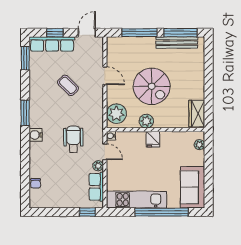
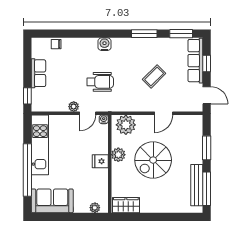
window: (139, 33) -> (207, 148), width x0.69
window: (25, 113) -> (144, 34), moved
row of seats: (96, 187) -> (38, 73), moved, turned 90

